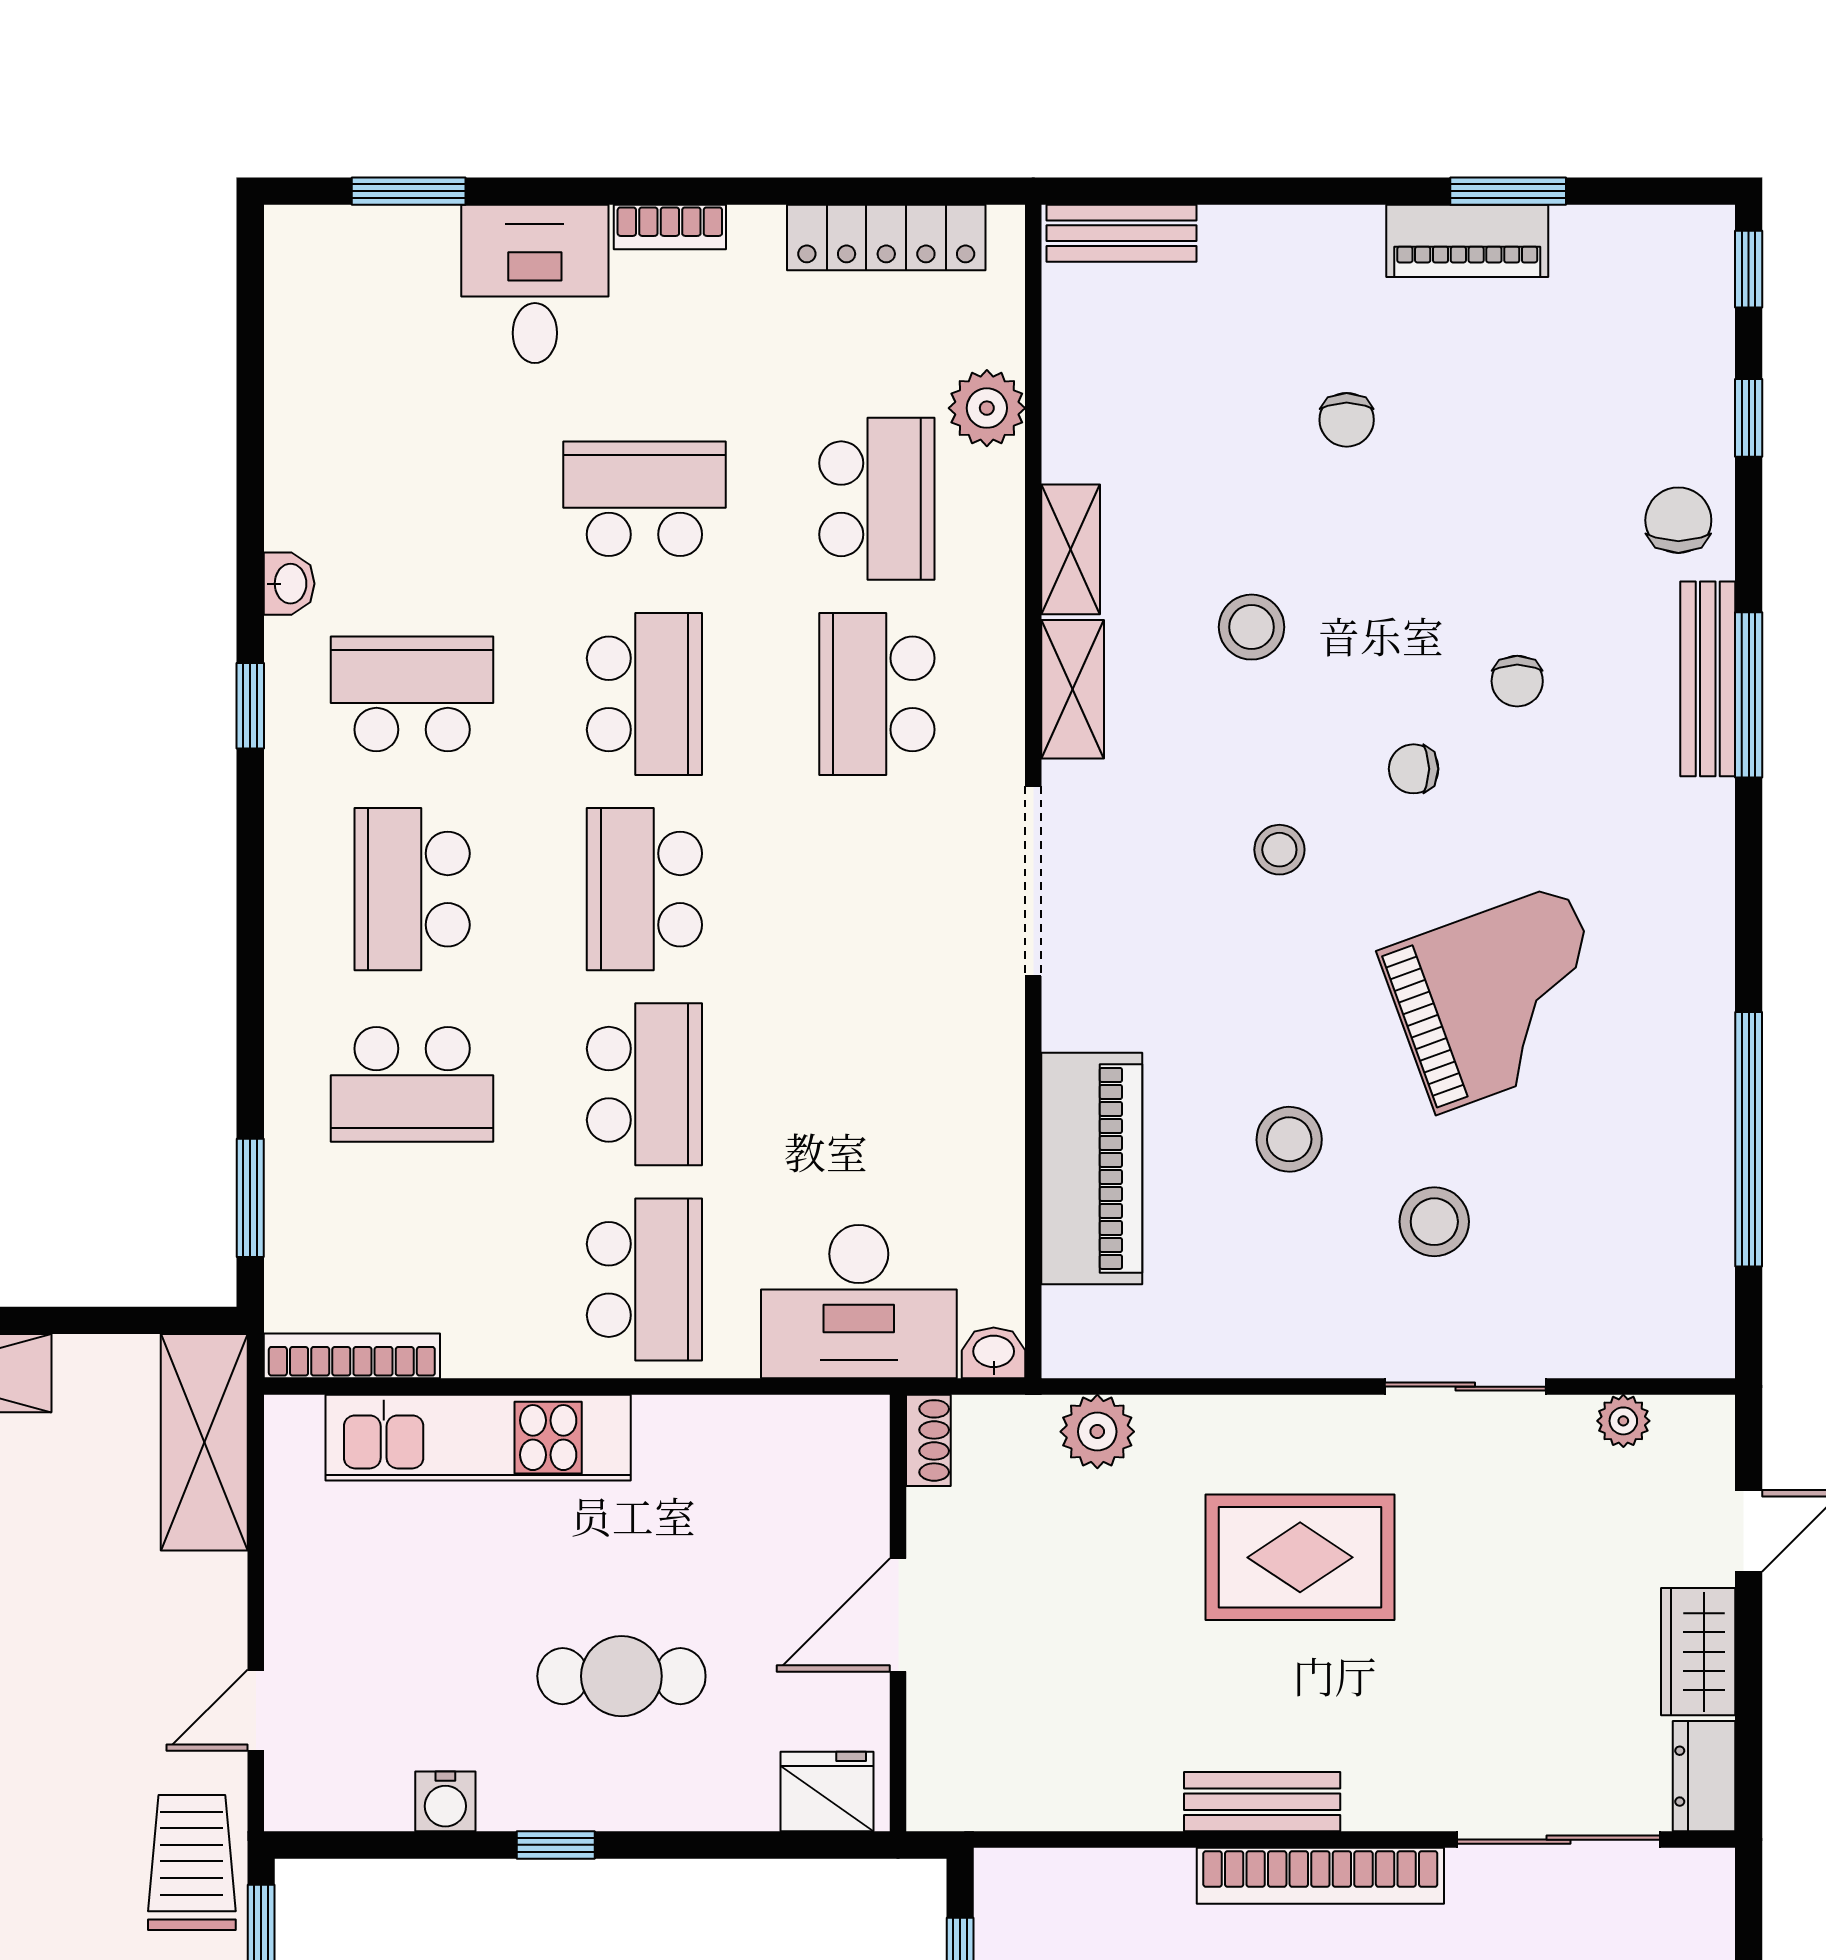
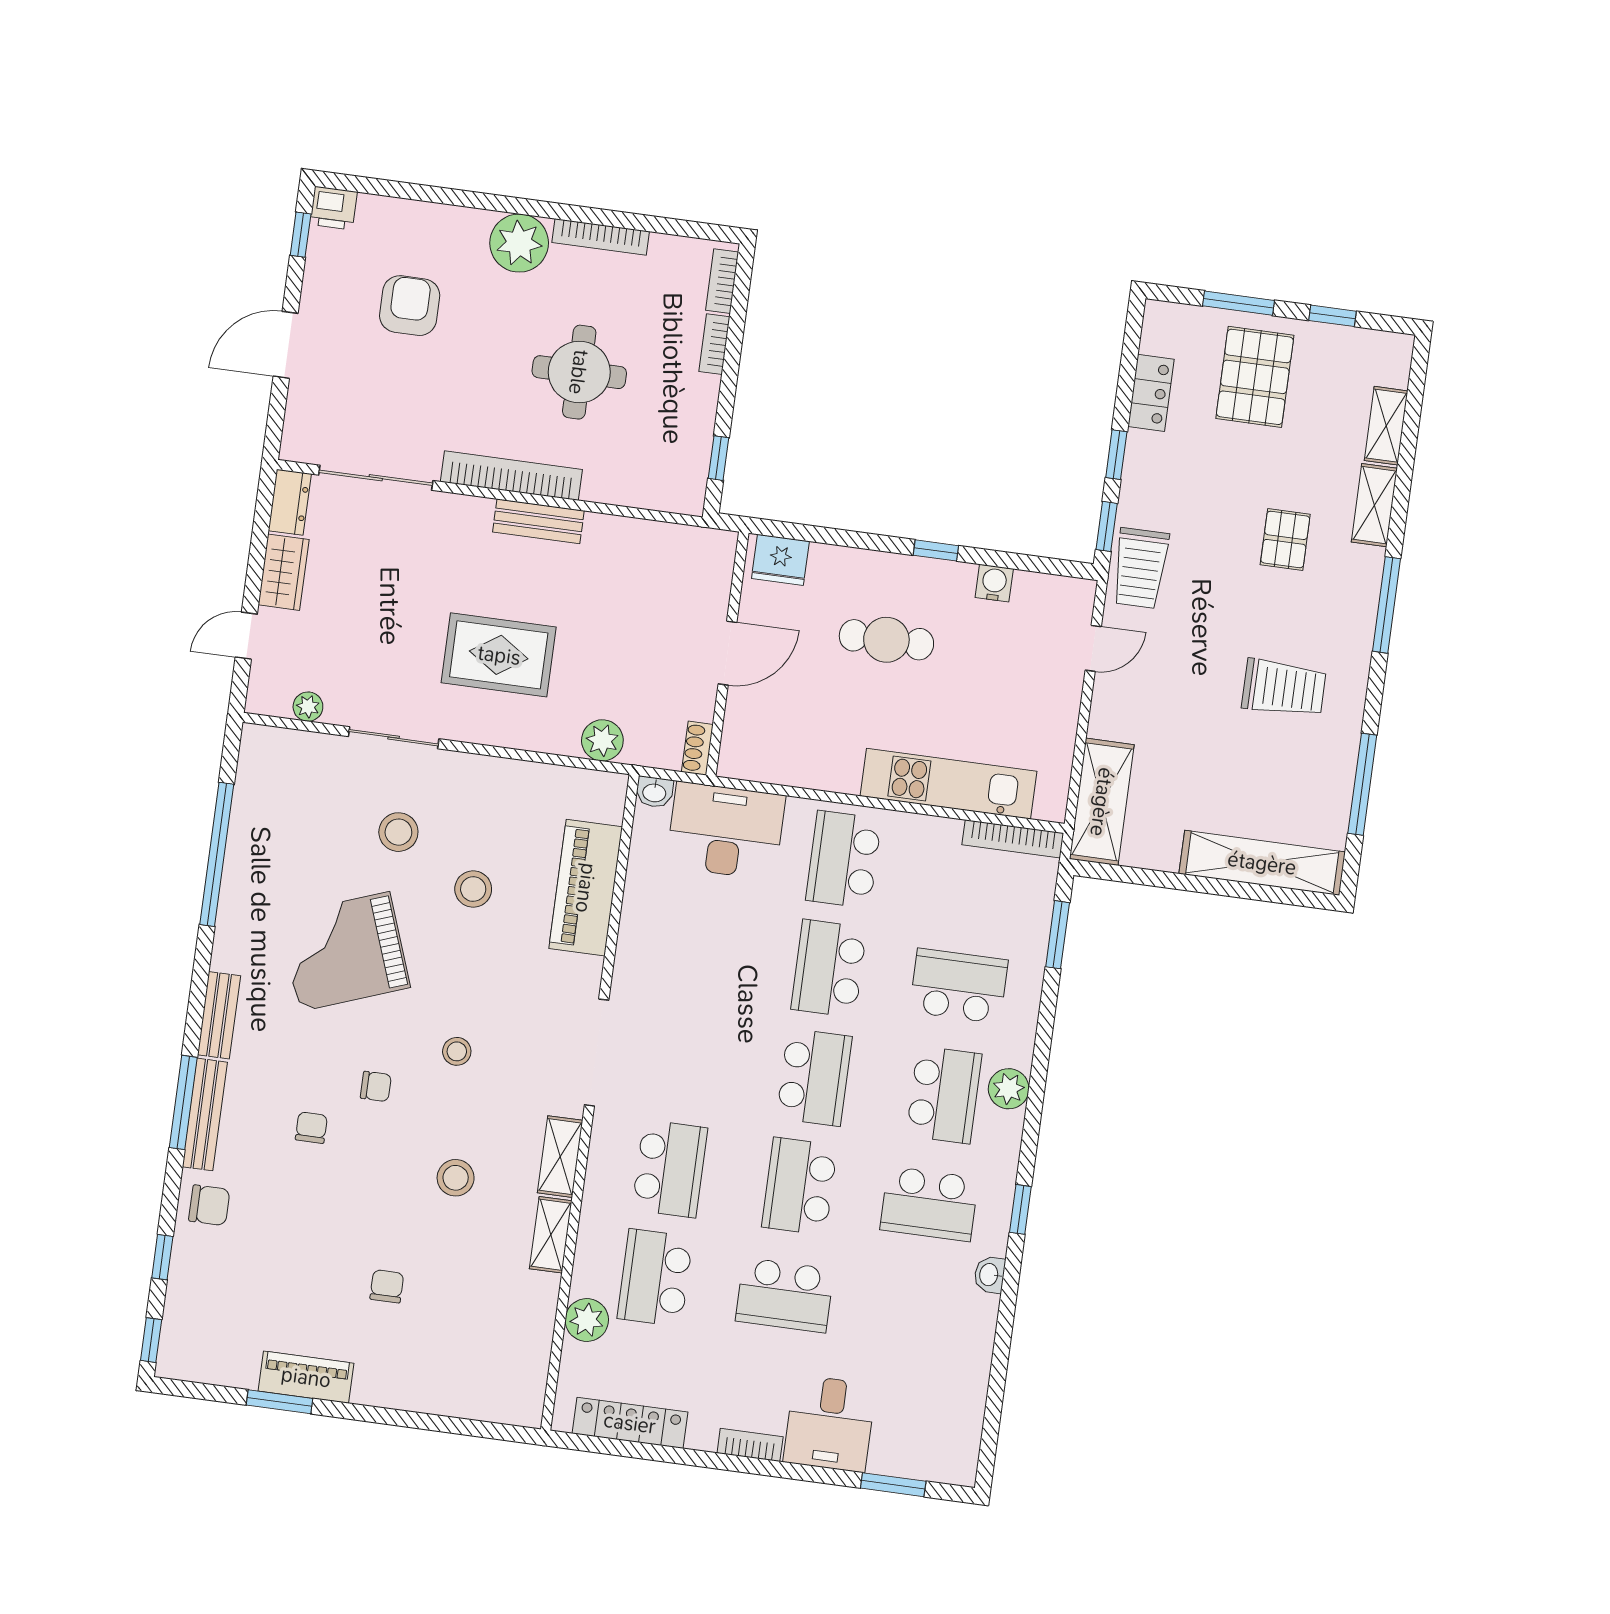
bench: (1121, 233) -> (219, 1015), moved, turned 90
chair: (1678, 520) -> (209, 1205), turned -90
plant: (300, 915) -> (1009, 1089), added

